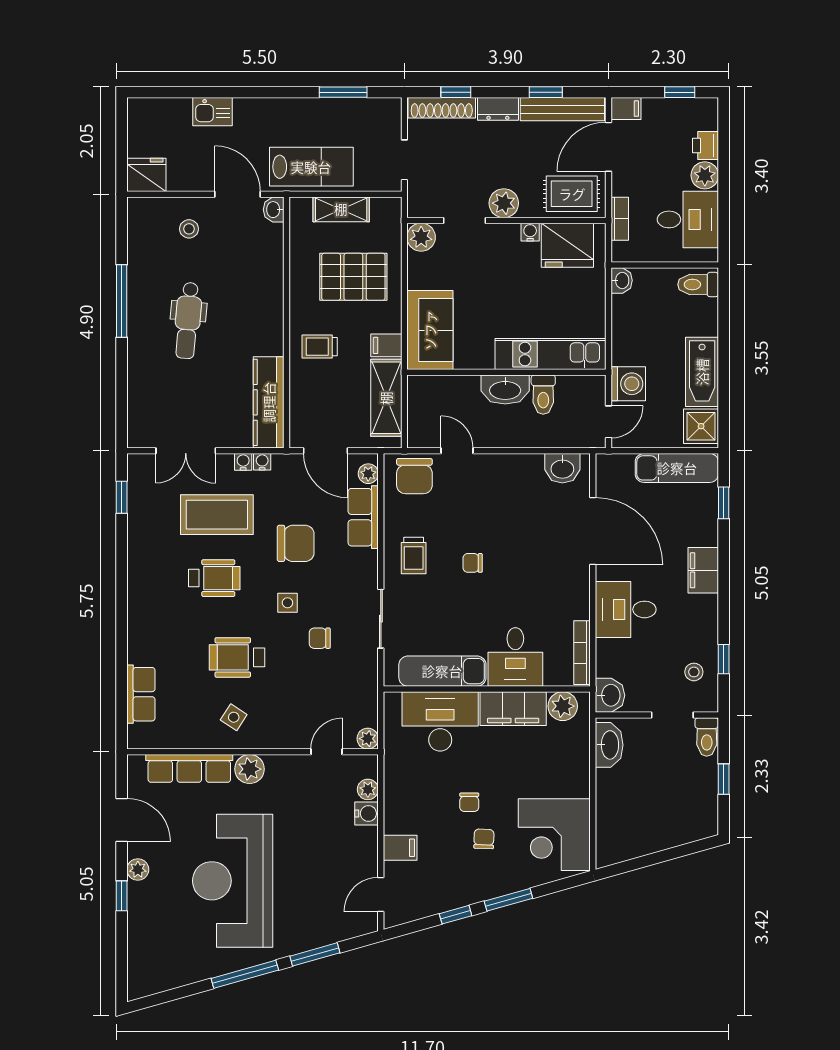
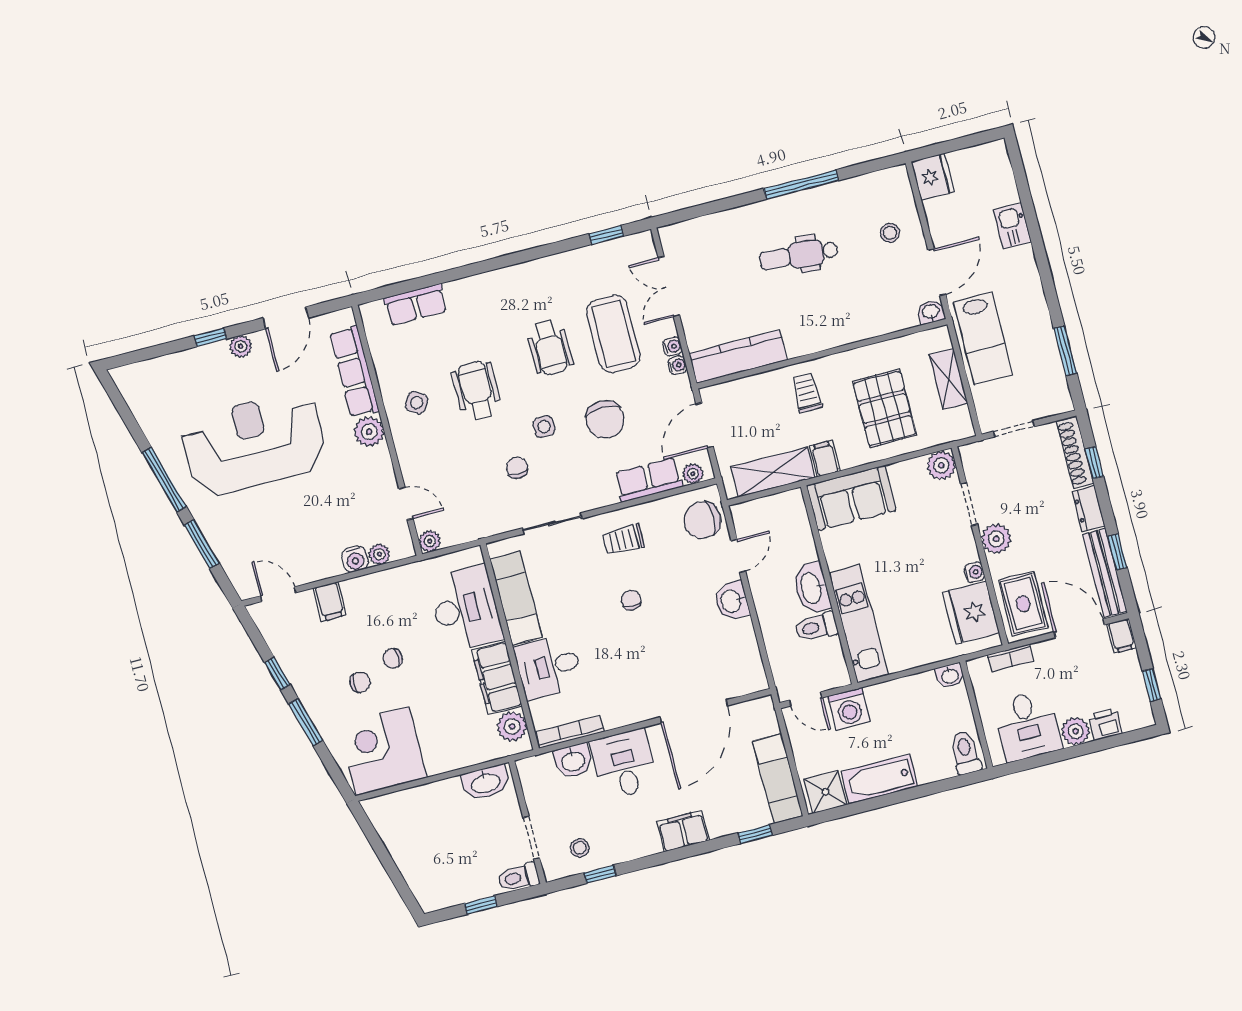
washbasin: (562, 468) -> (732, 601), moved
washbasin: (610, 695) -> (573, 761), moved

